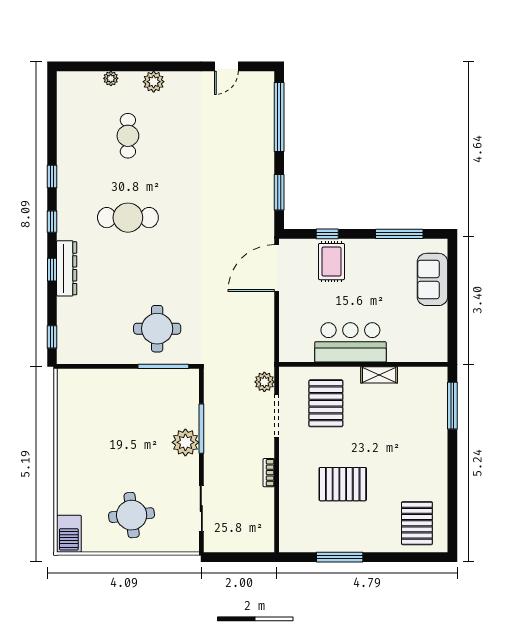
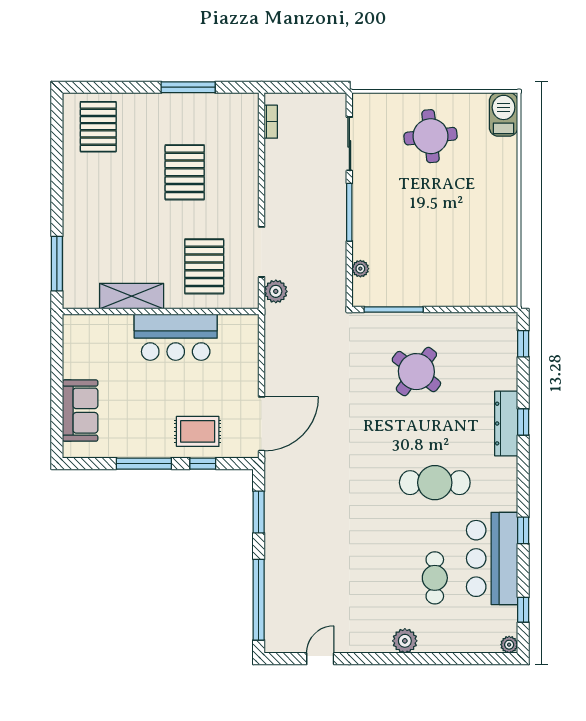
plant: (111, 78) -> (509, 645), moved
bar counter: (79, 152) -> (492, 558), added
window: (52, 222) -> (523, 610), moved
window: (399, 234) -> (144, 464), moved
rug: (331, 262) -> (198, 431), turned 90
round table: (157, 329) -> (416, 372), moved, turned 37
shelving: (379, 375) -> (132, 296), width x1.50, depth x1.33
window: (201, 429) -> (349, 212), moved
plant: (185, 442) -> (360, 269), moved, width x0.53, depth x0.53
bookcase: (269, 473) -> (271, 122), moved
pallet: (343, 484) -> (185, 172), turned 90

